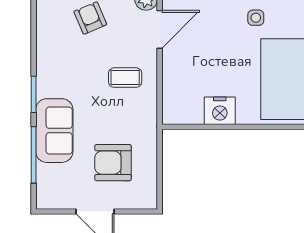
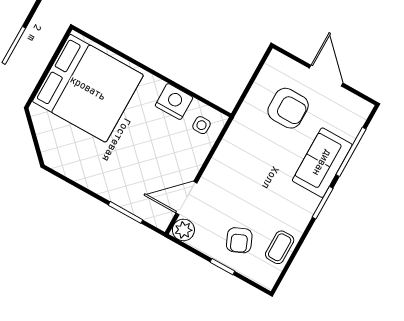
side table: (256, 18) -> (202, 125), moved
coffee table: (125, 78) -> (280, 247), moved, turned 90

